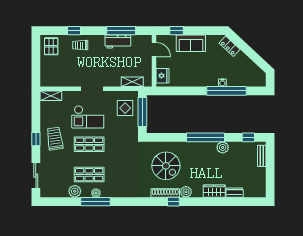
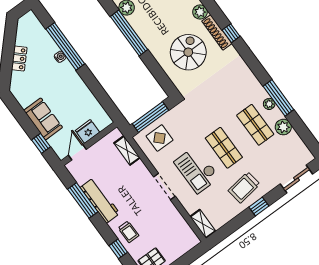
workbench: (118, 42) -> (100, 201), width x1.37
locker: (229, 46) -> (19, 58), moved
fridge: (163, 76) -> (87, 131), moved
checkout: (88, 117) -> (197, 170), turned 180
window: (173, 202) -> (231, 33), moved

